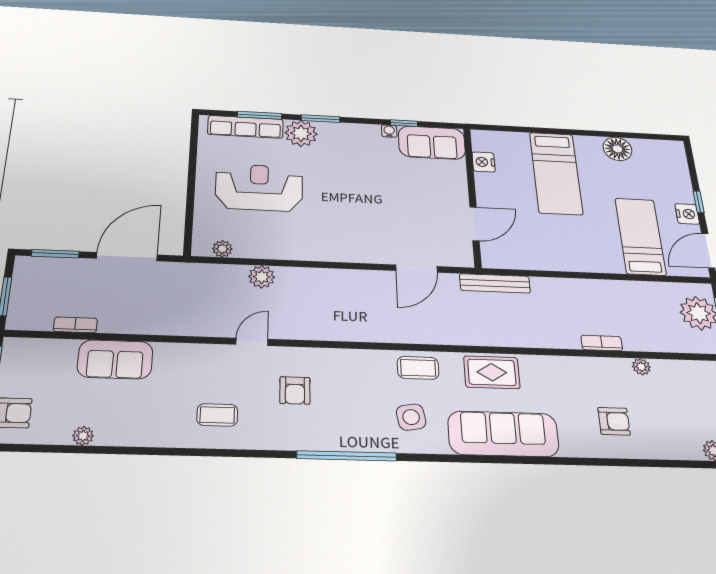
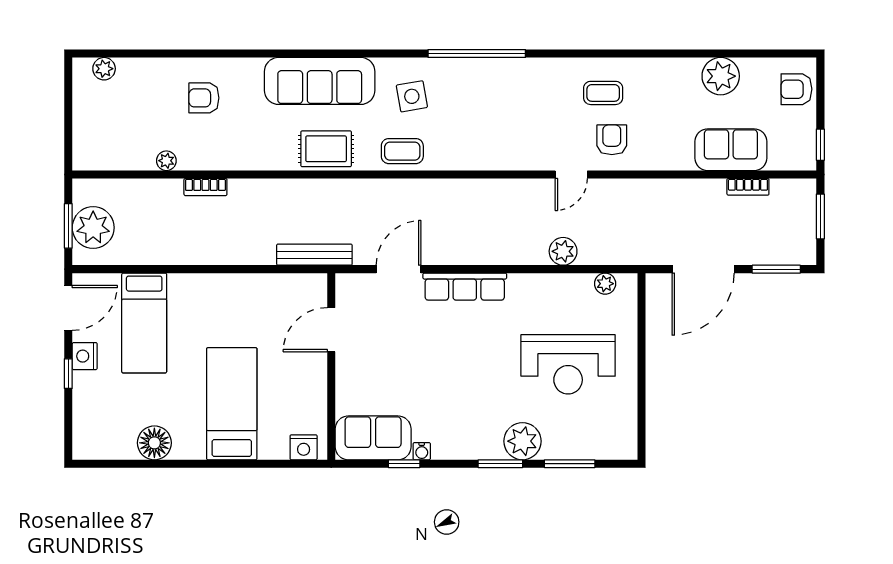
row of seats: (246, 127) -> (465, 287), moved, turned 180
nightstand: (484, 162) -> (304, 447), moved, turned 90
sofa: (115, 359) -> (731, 150), moved
armchair: (295, 390) -> (612, 140), moved
plant: (83, 436) -> (721, 76), width x1.88, depth x1.88

